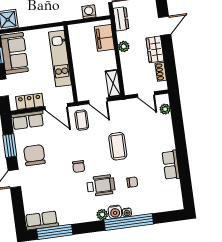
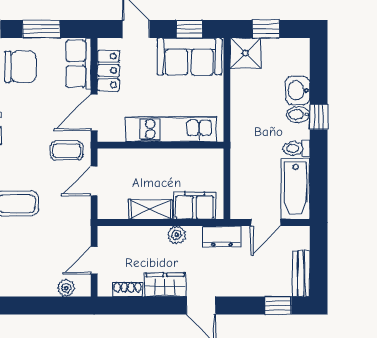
washing machine: (89, 12) -> (240, 186), removed
shelving: (113, 83) -> (151, 209), moved

